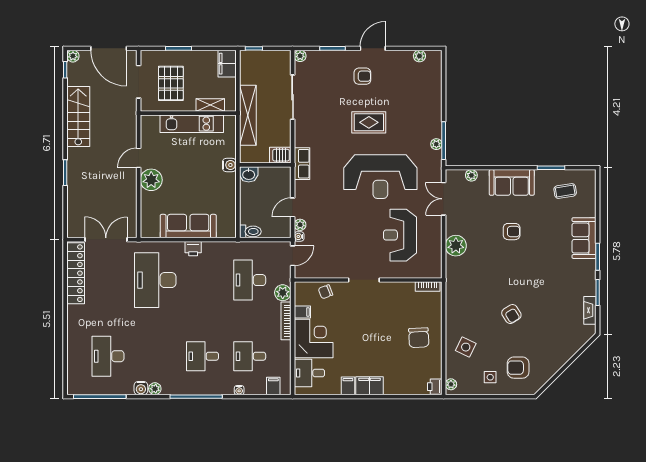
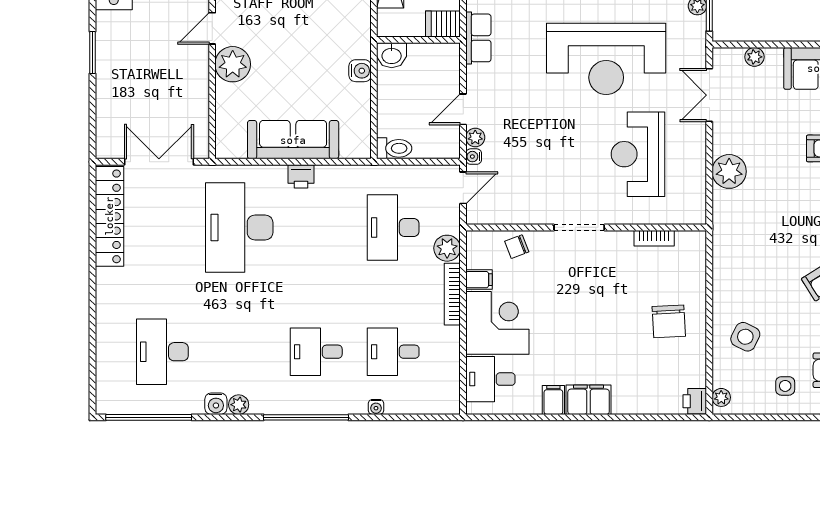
water cooler: (229, 165) -> (360, 71), moved
bookcase: (428, 287) -> (654, 238), moved
filing cabinet: (273, 386) -> (432, 400), removed

